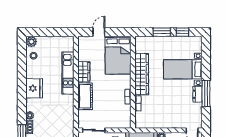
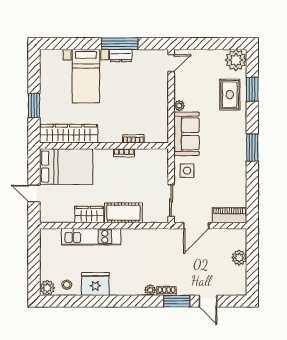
window: (182, 32) -> (34, 77), removed
wardrobe: (142, 74) -> (69, 134), moved
fridge: (34, 88) -> (95, 284), moved

